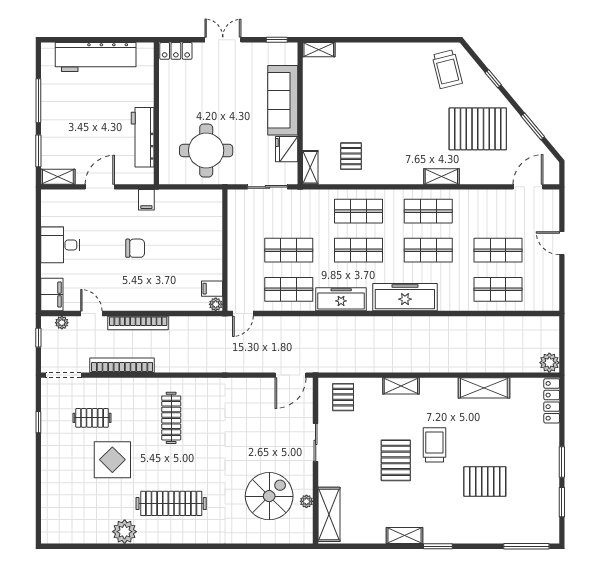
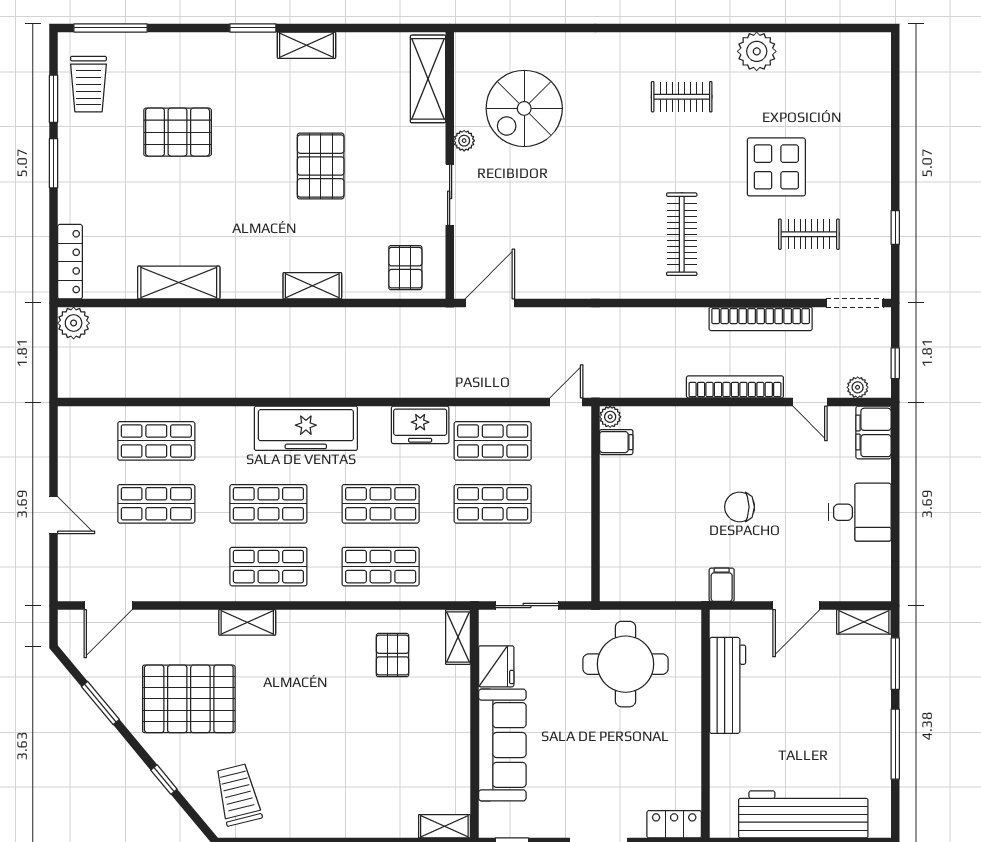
freezer: (341, 299) -> (420, 425), width x0.71
trolley: (434, 445) -> (89, 84), moved
plant: (306, 501) -> (464, 141), moved
clothes rail: (171, 503) -> (682, 97), width x0.54, depth x0.76

